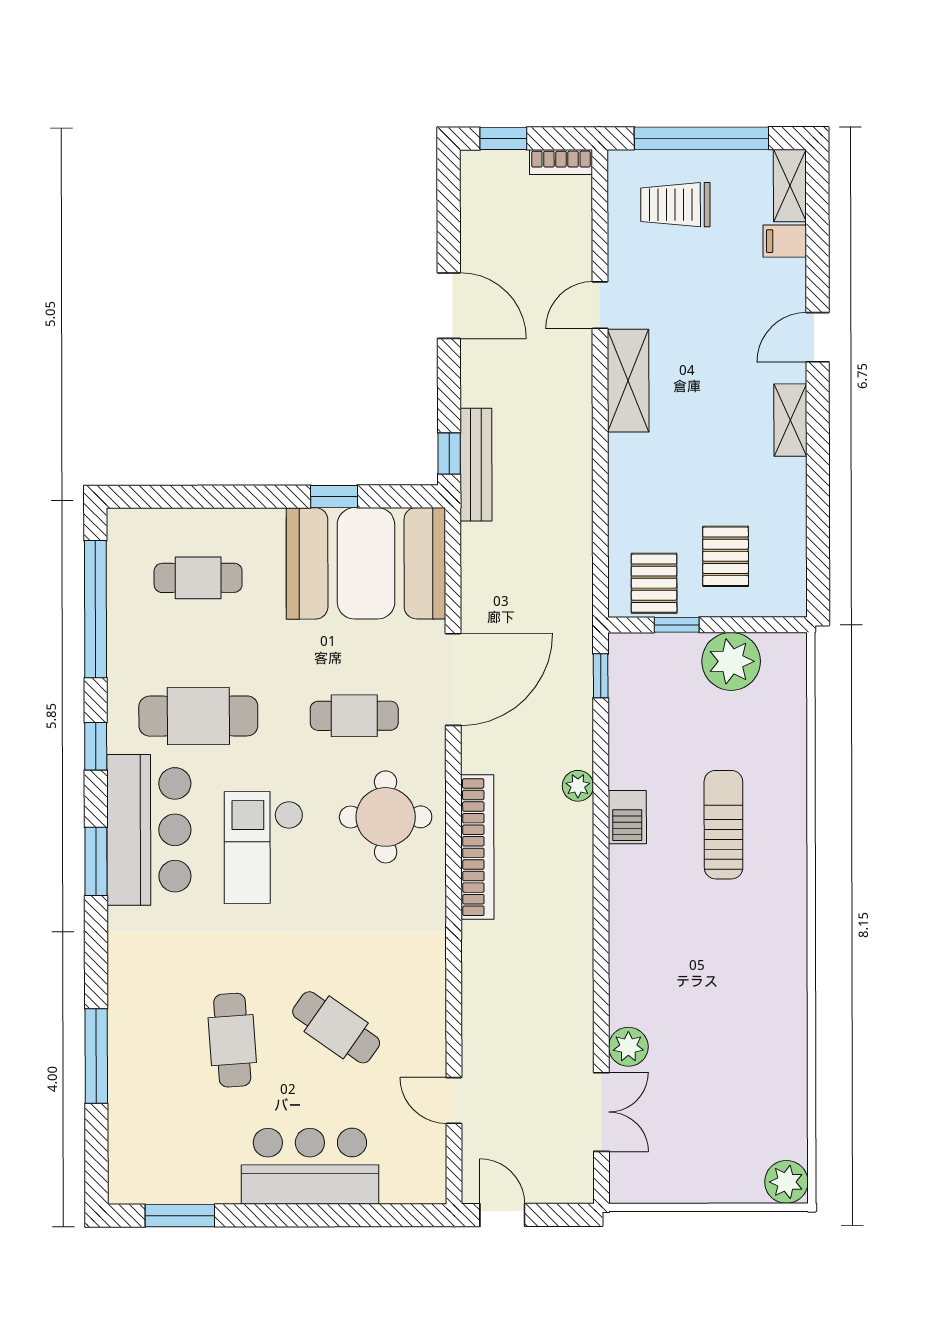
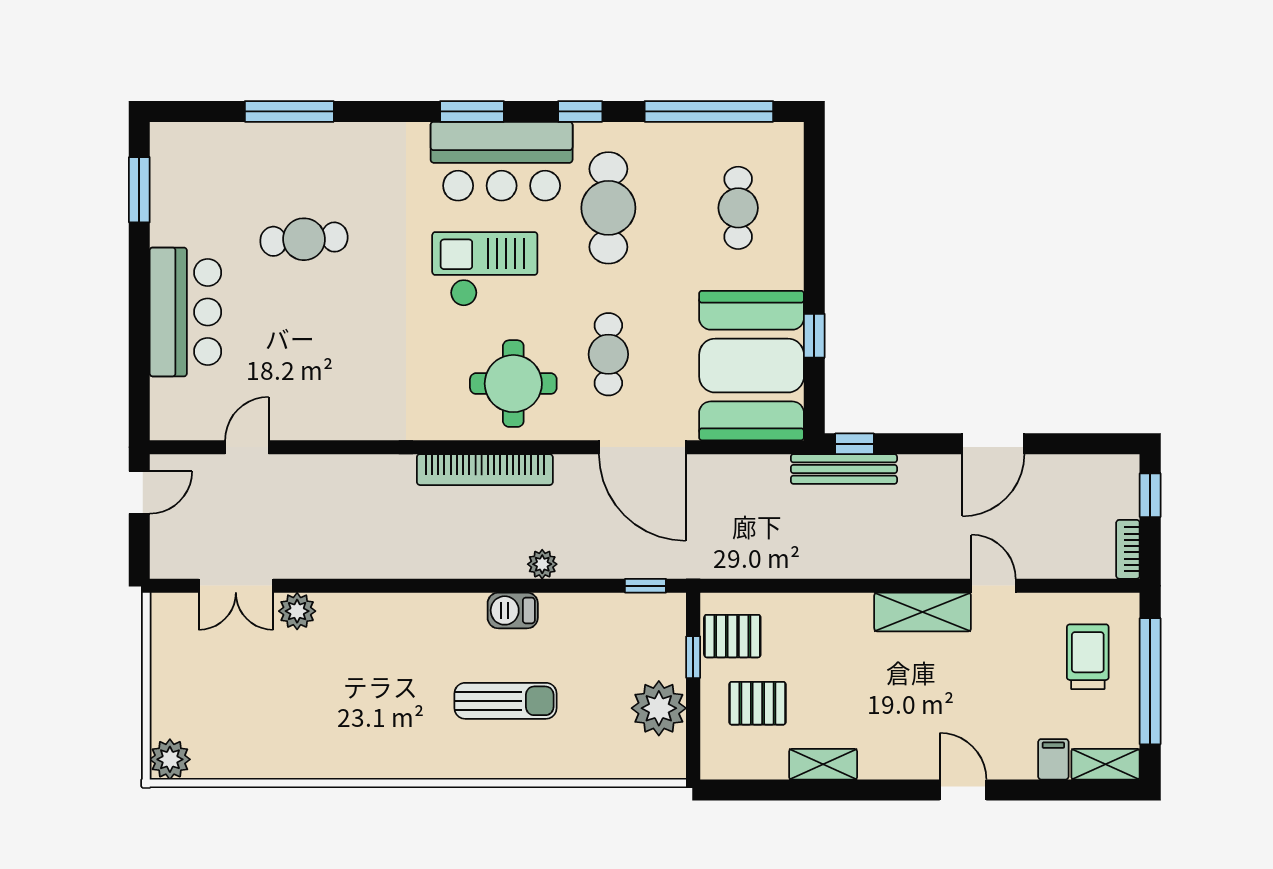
shelving: (790, 420) -> (823, 764), moved
cafe table: (336, 1027) -> (316, 337), removed

